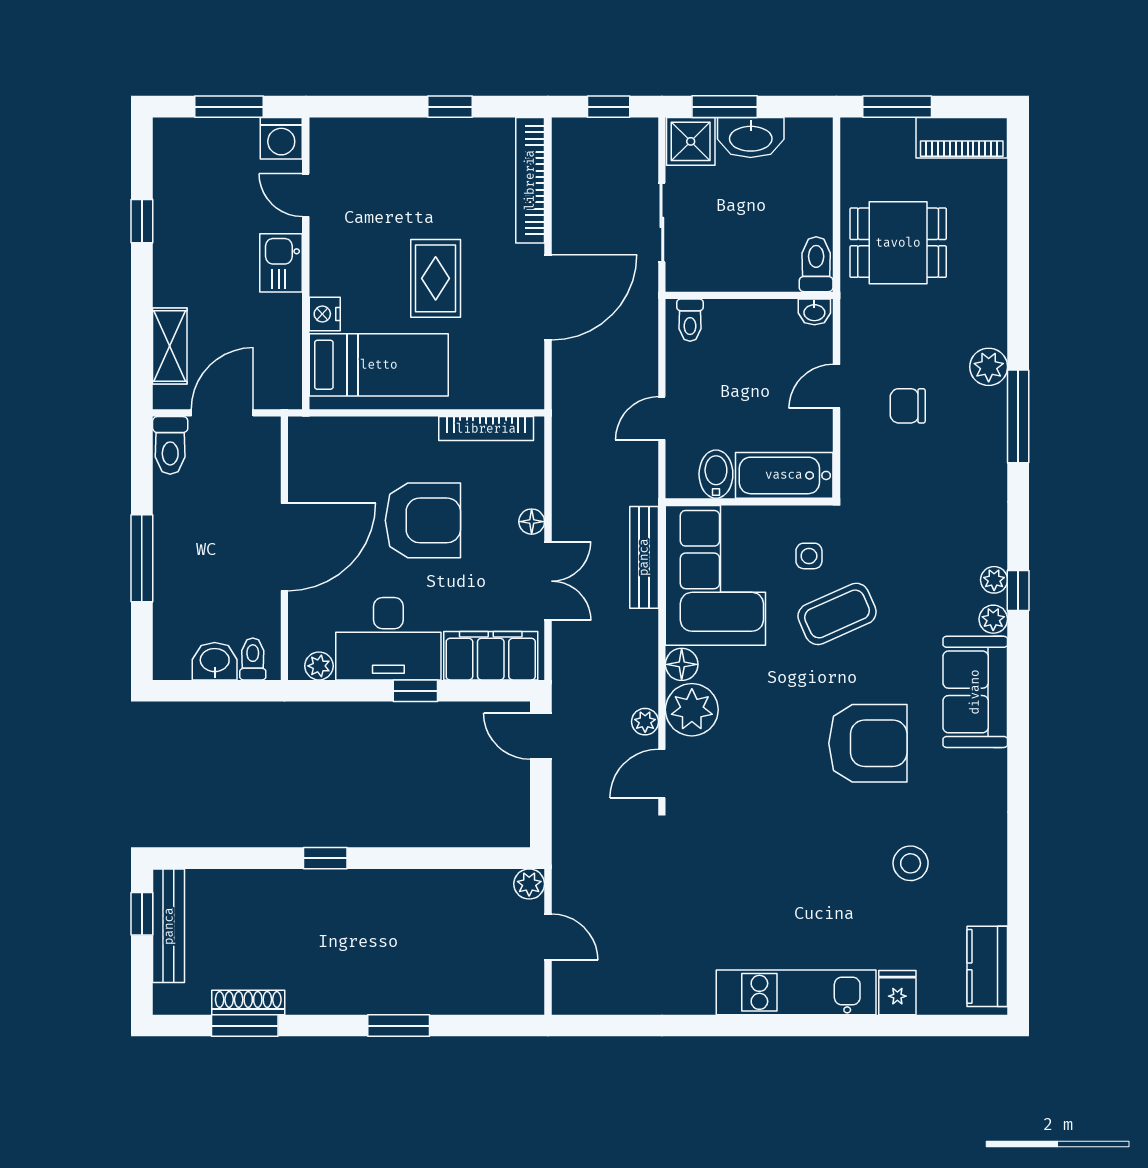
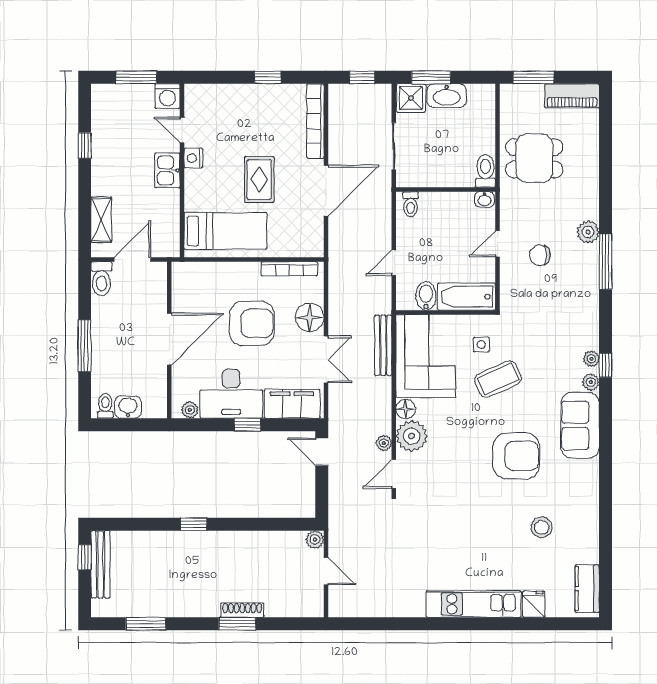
nightstand: (325, 314) -> (193, 158), moved
floor lamp: (532, 522) -> (310, 317), width x1.89, depth x1.89
toilet: (253, 659) -> (105, 406), moved
shoe rack: (248, 1002) -> (242, 610), moved

